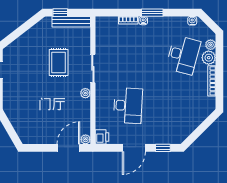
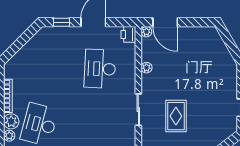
plant: (85, 93) -> (147, 68), moved
door: (68, 148) -> (165, 22), hinge flipped

